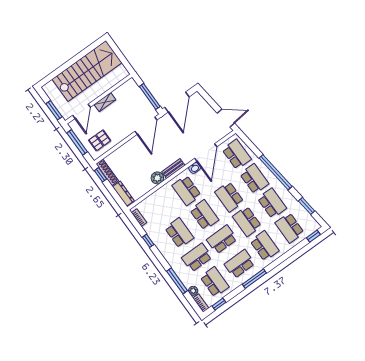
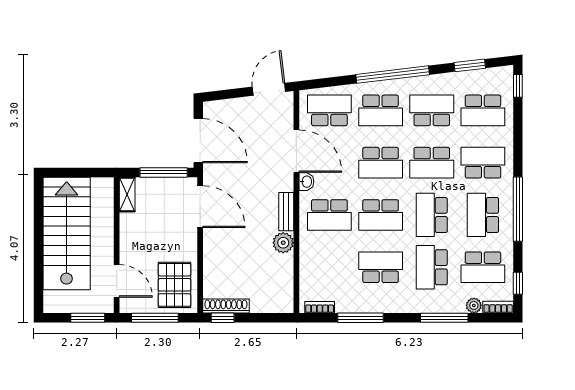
shelving: (105, 102) -> (127, 194), moved
pallet: (100, 140) -> (175, 285), width x1.50, depth x1.42
school desk: (254, 179) -> (381, 110), turned 180
dresser: (123, 194) -> (271, 305), removed
school desk: (204, 215) -> (381, 215), turned 180
window: (148, 241) -> (361, 318), width x2.17
window: (254, 279) -> (518, 209), width x1.46
school desk: (215, 282) -> (483, 267), turned 180

